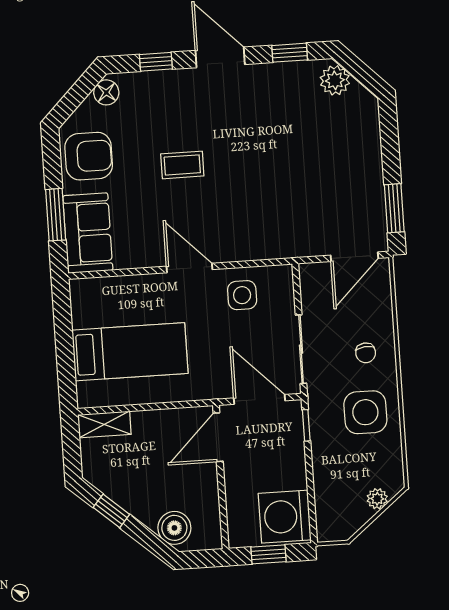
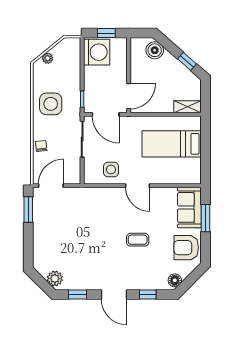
chair: (366, 353) -> (41, 146), moved

